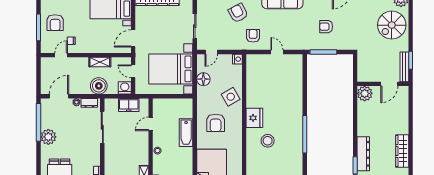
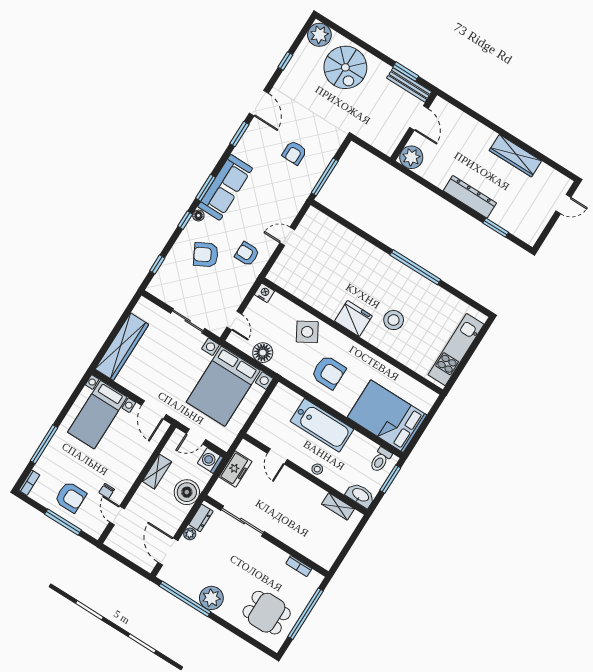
bathtub: (186, 133) -> (322, 425), width x1.36, depth x1.36
dresser: (363, 154) -> (470, 197), moved

